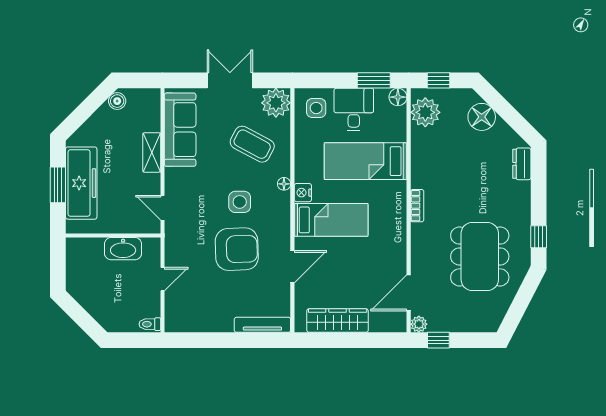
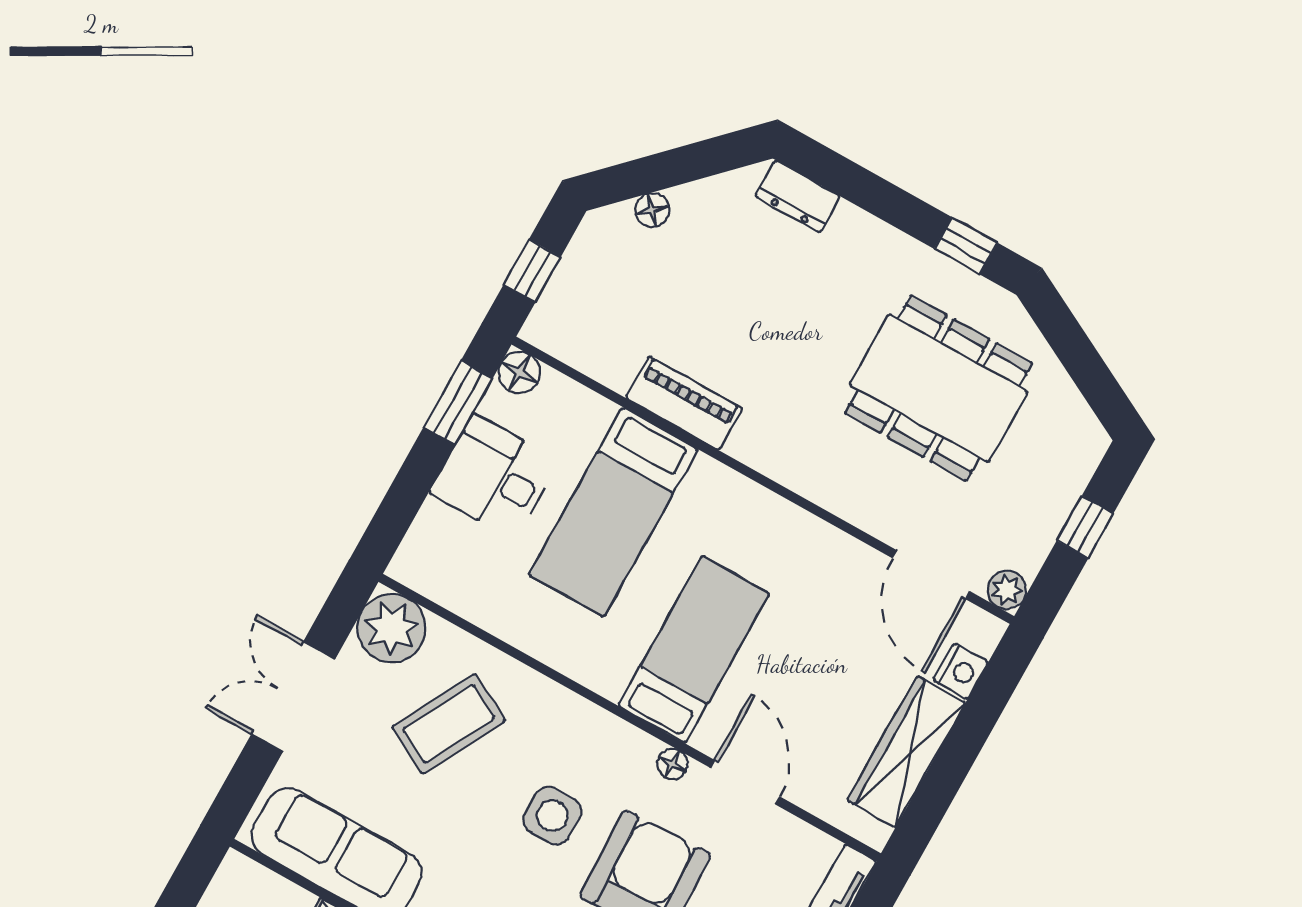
side table: (316, 108) -> (448, 552), removed
plant: (425, 112) -> (582, 334), removed
floor lamp: (482, 117) -> (652, 210), width x0.53, depth x0.53
piano: (421, 165) -> (684, 403), added
floor lamp: (284, 184) -> (672, 764), moved
nightstand: (303, 193) -> (961, 671), moved, turned -90
bookcase: (417, 206) -> (763, 458), removed
window: (438, 340) -> (1085, 527), moved

